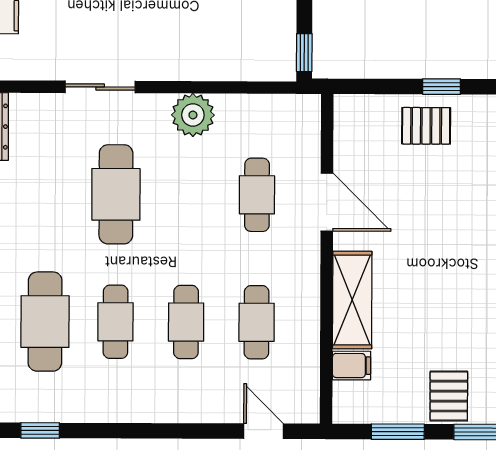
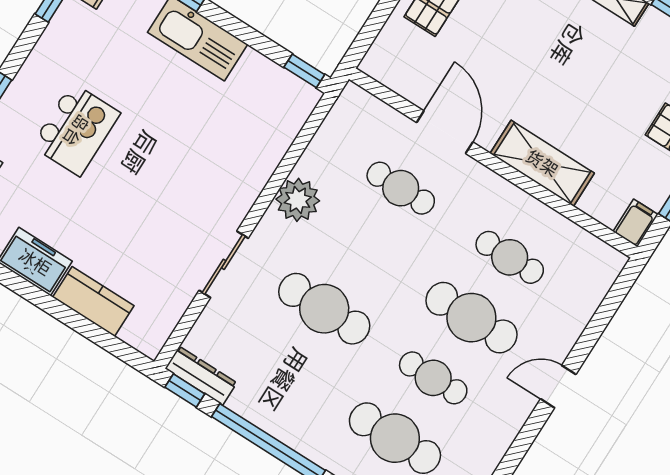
door: (327, 202) -> (445, 132), hinge flipped
cafe table: (186, 322) -> (471, 318), width x1.37, depth x1.35
filing cabinet: (352, 366) -> (636, 223), moved
door: (264, 431) -> (558, 387), moved

